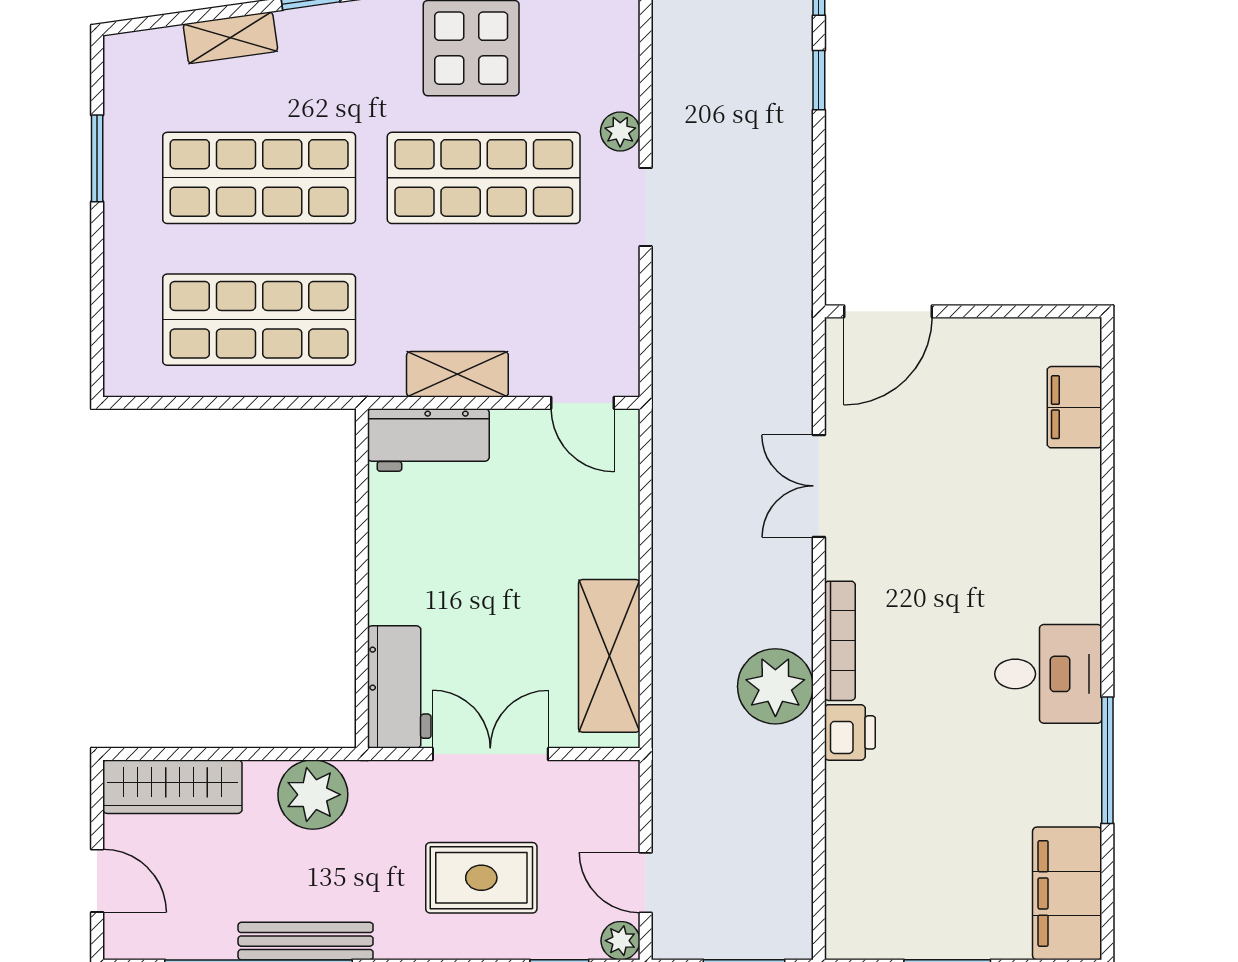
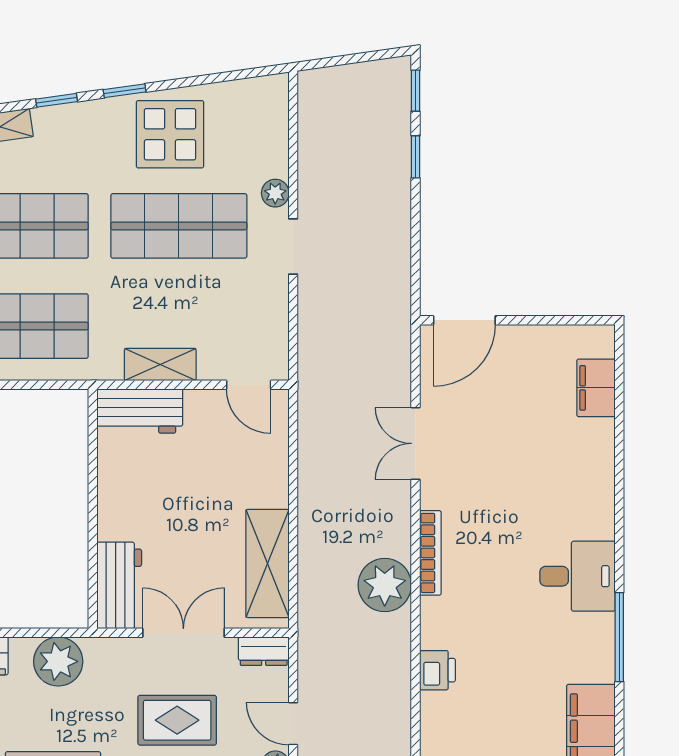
printer: (850, 732) -> (437, 670), moved
dresser: (604, 780) -> (264, 651), added

